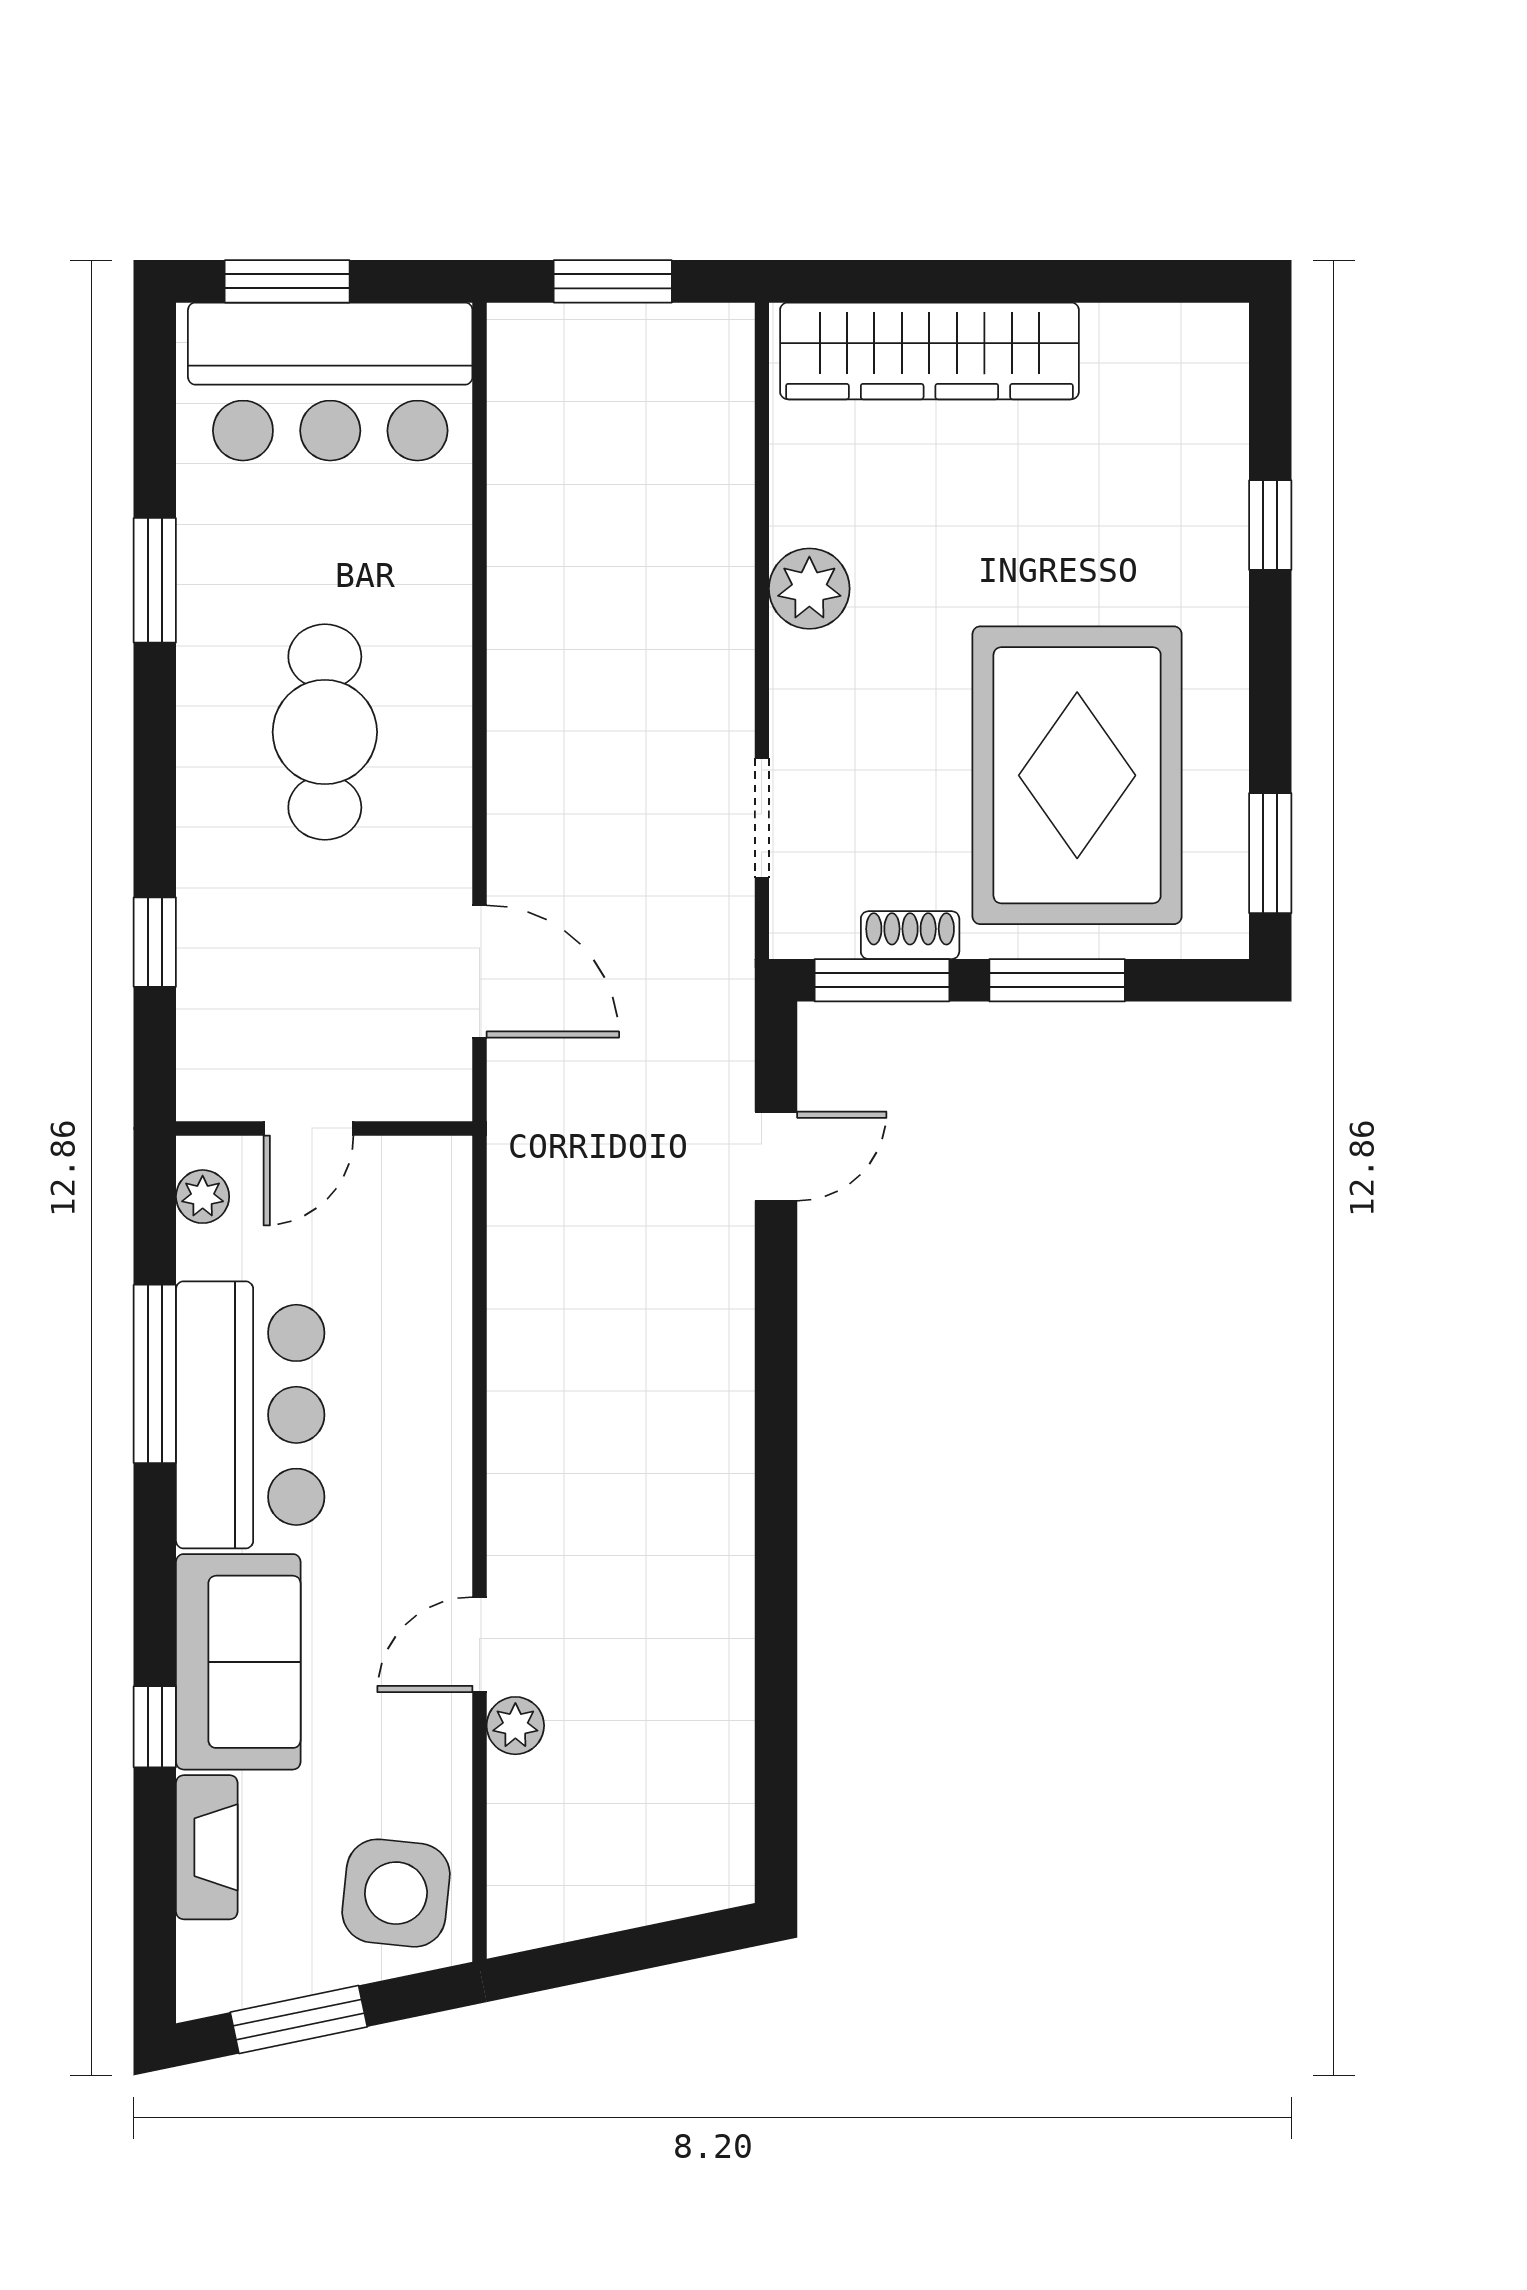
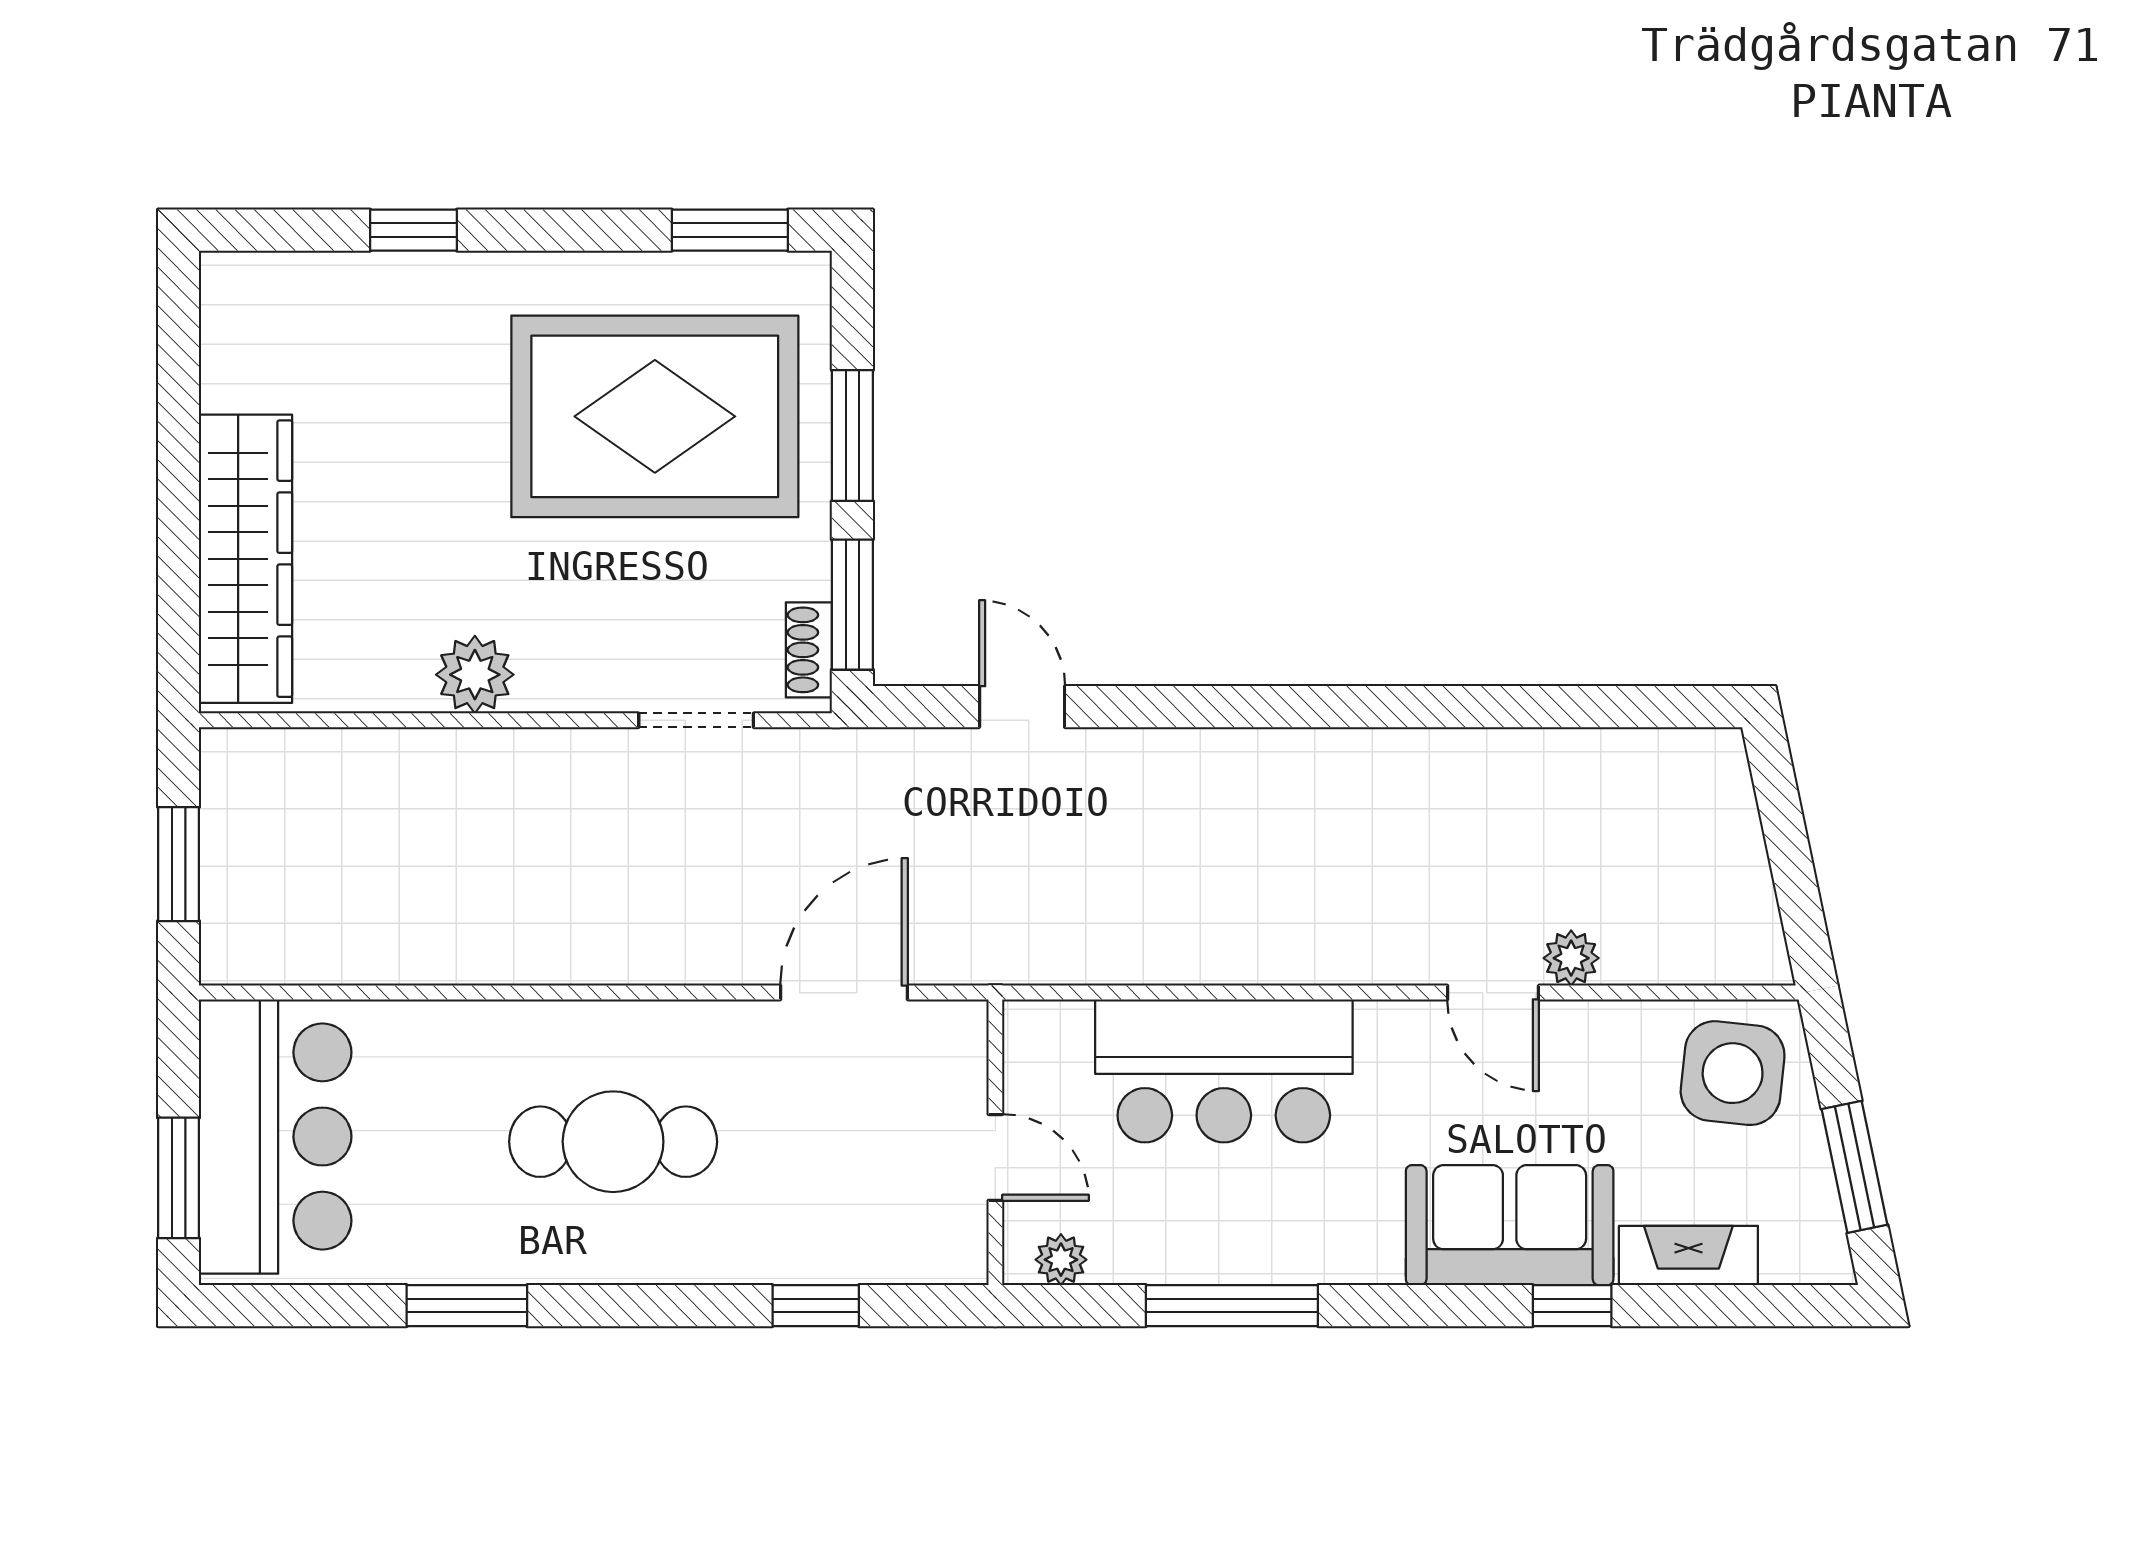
shoe rack: (910, 935) -> (809, 650), moved
bar counter: (250, 1415) -> (1224, 1071), moved, turned 180

